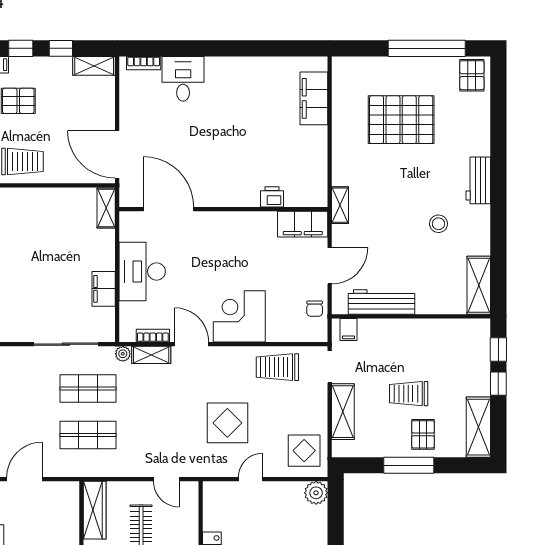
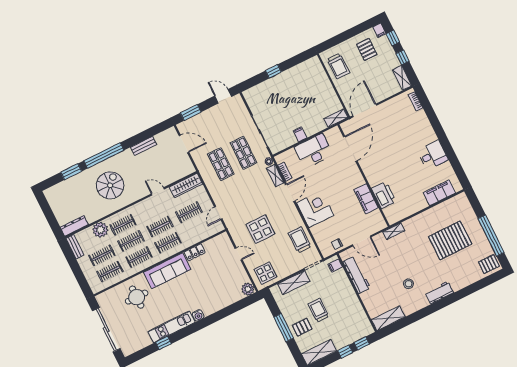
desk: (183, 79) -> (433, 155), moved
pallet: (401, 120) -> (450, 240), turned 90
printer: (272, 197) -> (384, 195), width x1.87, depth x1.48
filing cabinet: (303, 224) -> (366, 199), moved
filing cabinet: (104, 289) -> (300, 134), width x0.50

